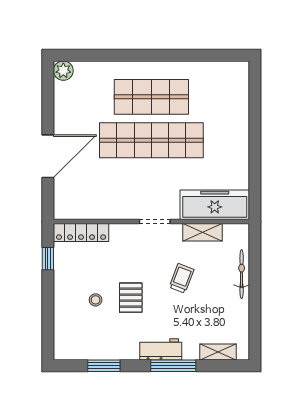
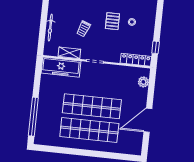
plant: (63, 71) -> (143, 82), moved
shop shelf: (151, 97) -> (89, 130), width x1.40
window: (255, 110) -> (33, 117), added
door: (48, 156) -> (148, 120), moved

